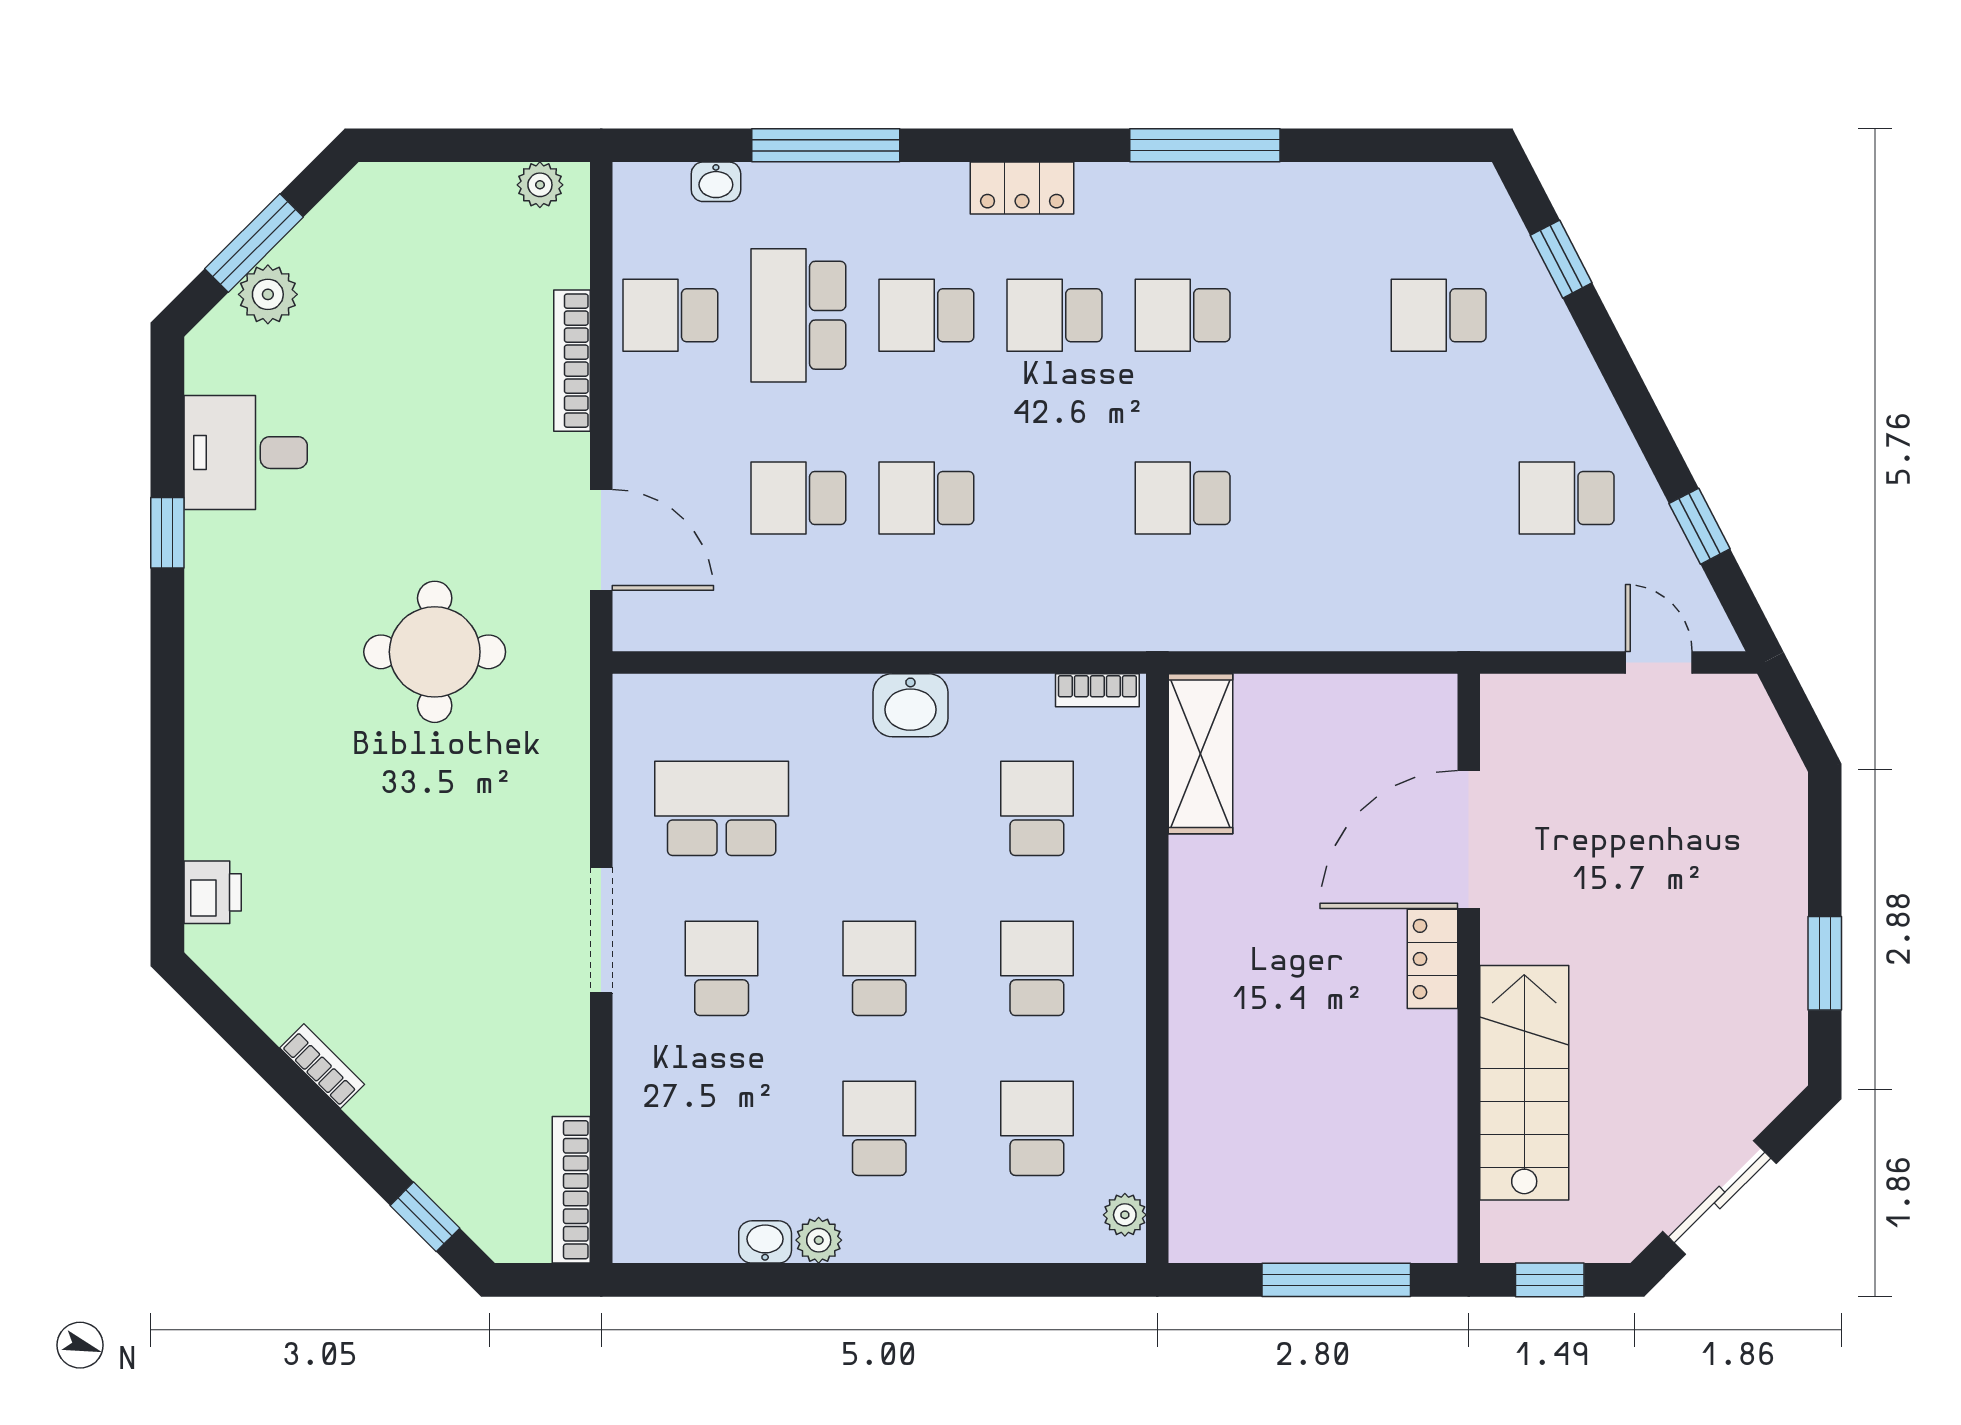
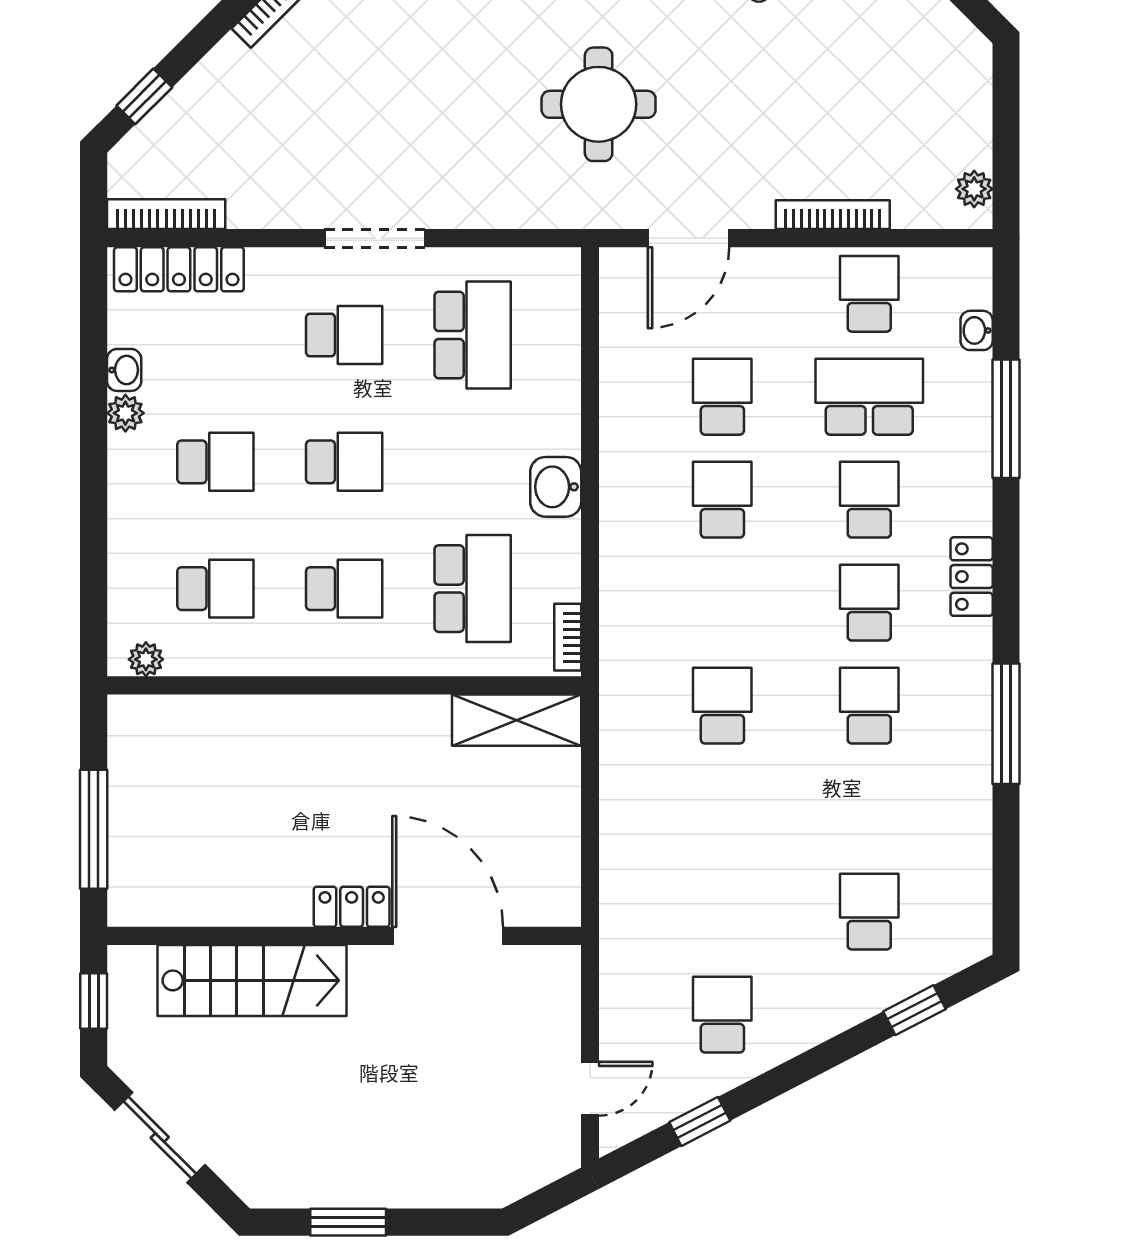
school desk: (1037, 808) -> (473, 589), width x1.85
locker: (640, 1174) -> (179, 269), added

